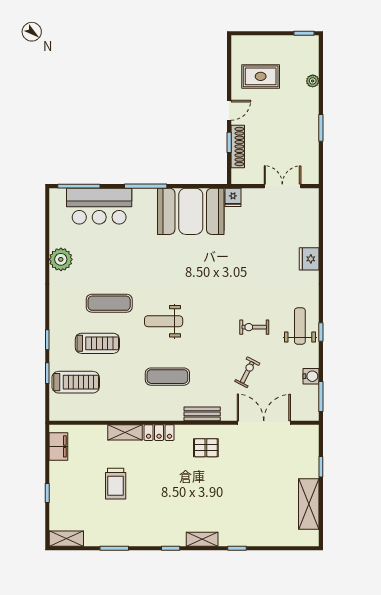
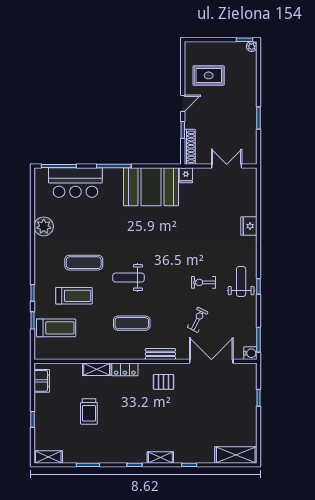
plant: (313, 81) -> (252, 47), moved
shoe rack: (238, 147) -> (190, 147), moved
water cooler: (311, 376) -> (250, 353), moved
shelving: (309, 504) -> (236, 455), moved, turned 90

